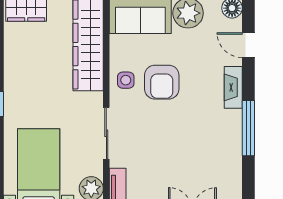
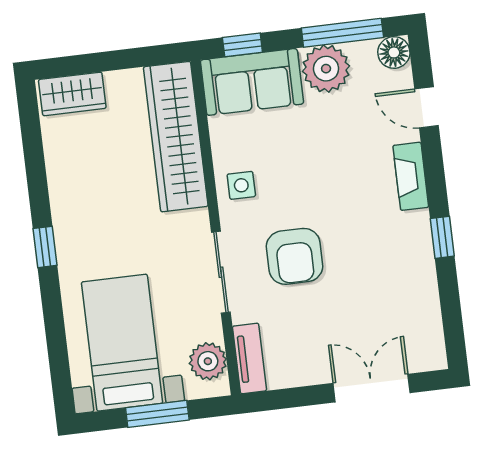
armchair: (162, 82) -> (295, 256), moved
window: (248, 128) -> (442, 237), width x0.46

